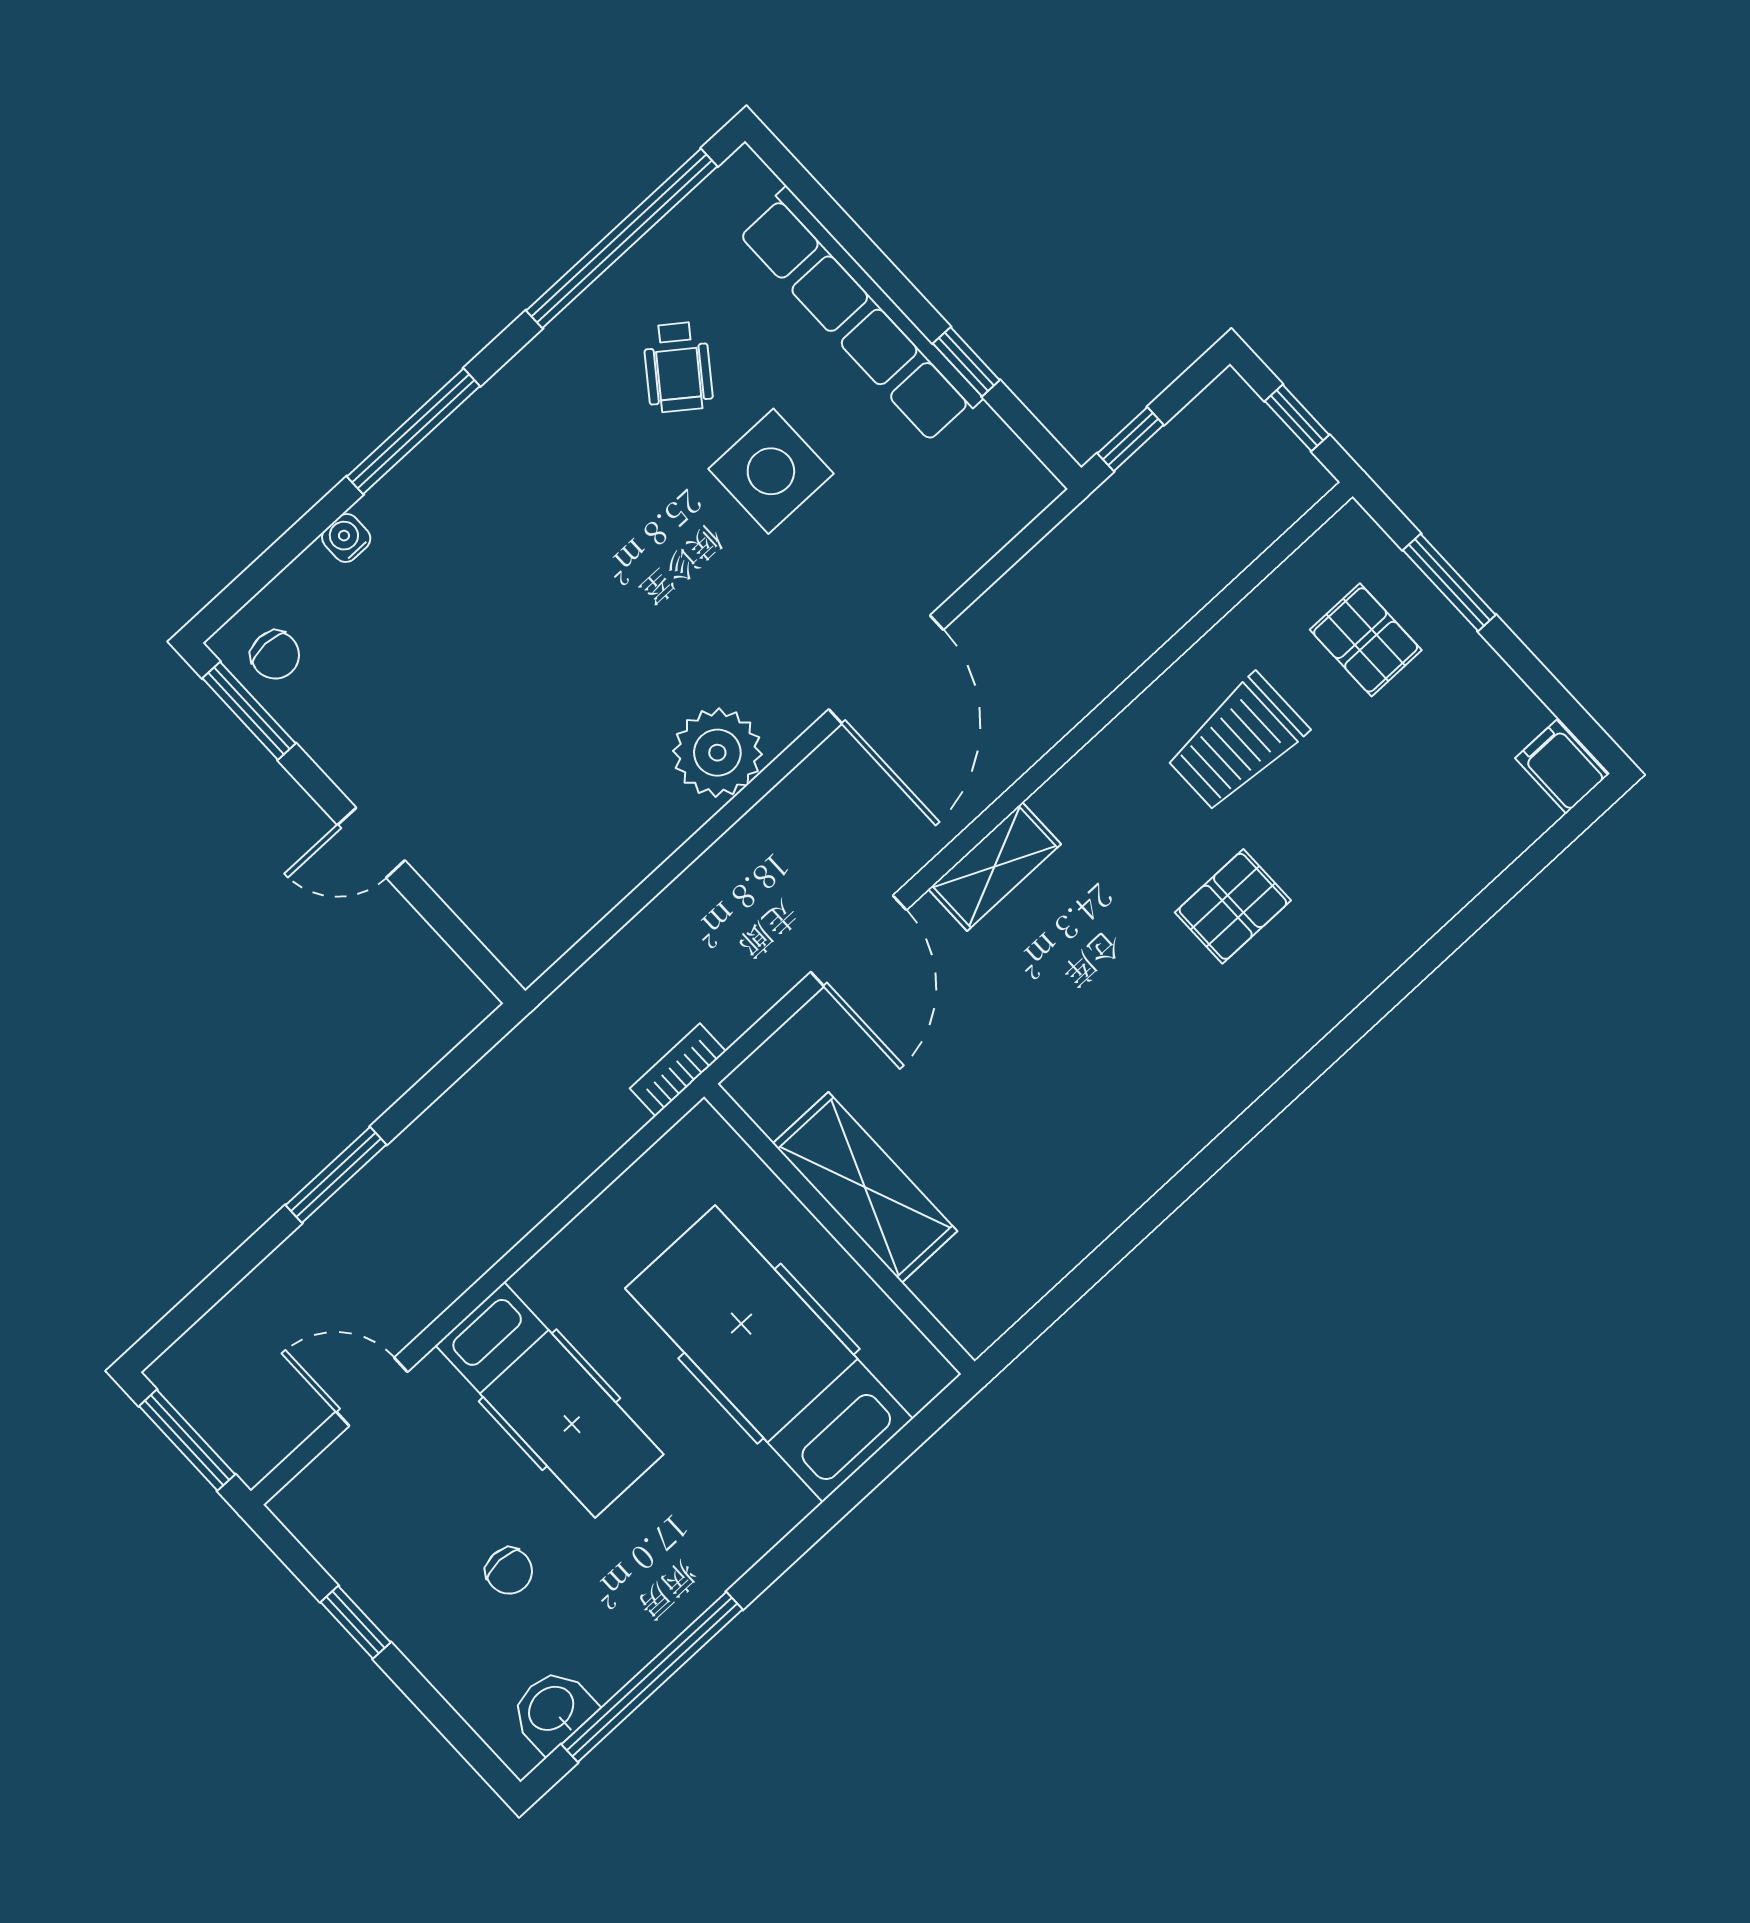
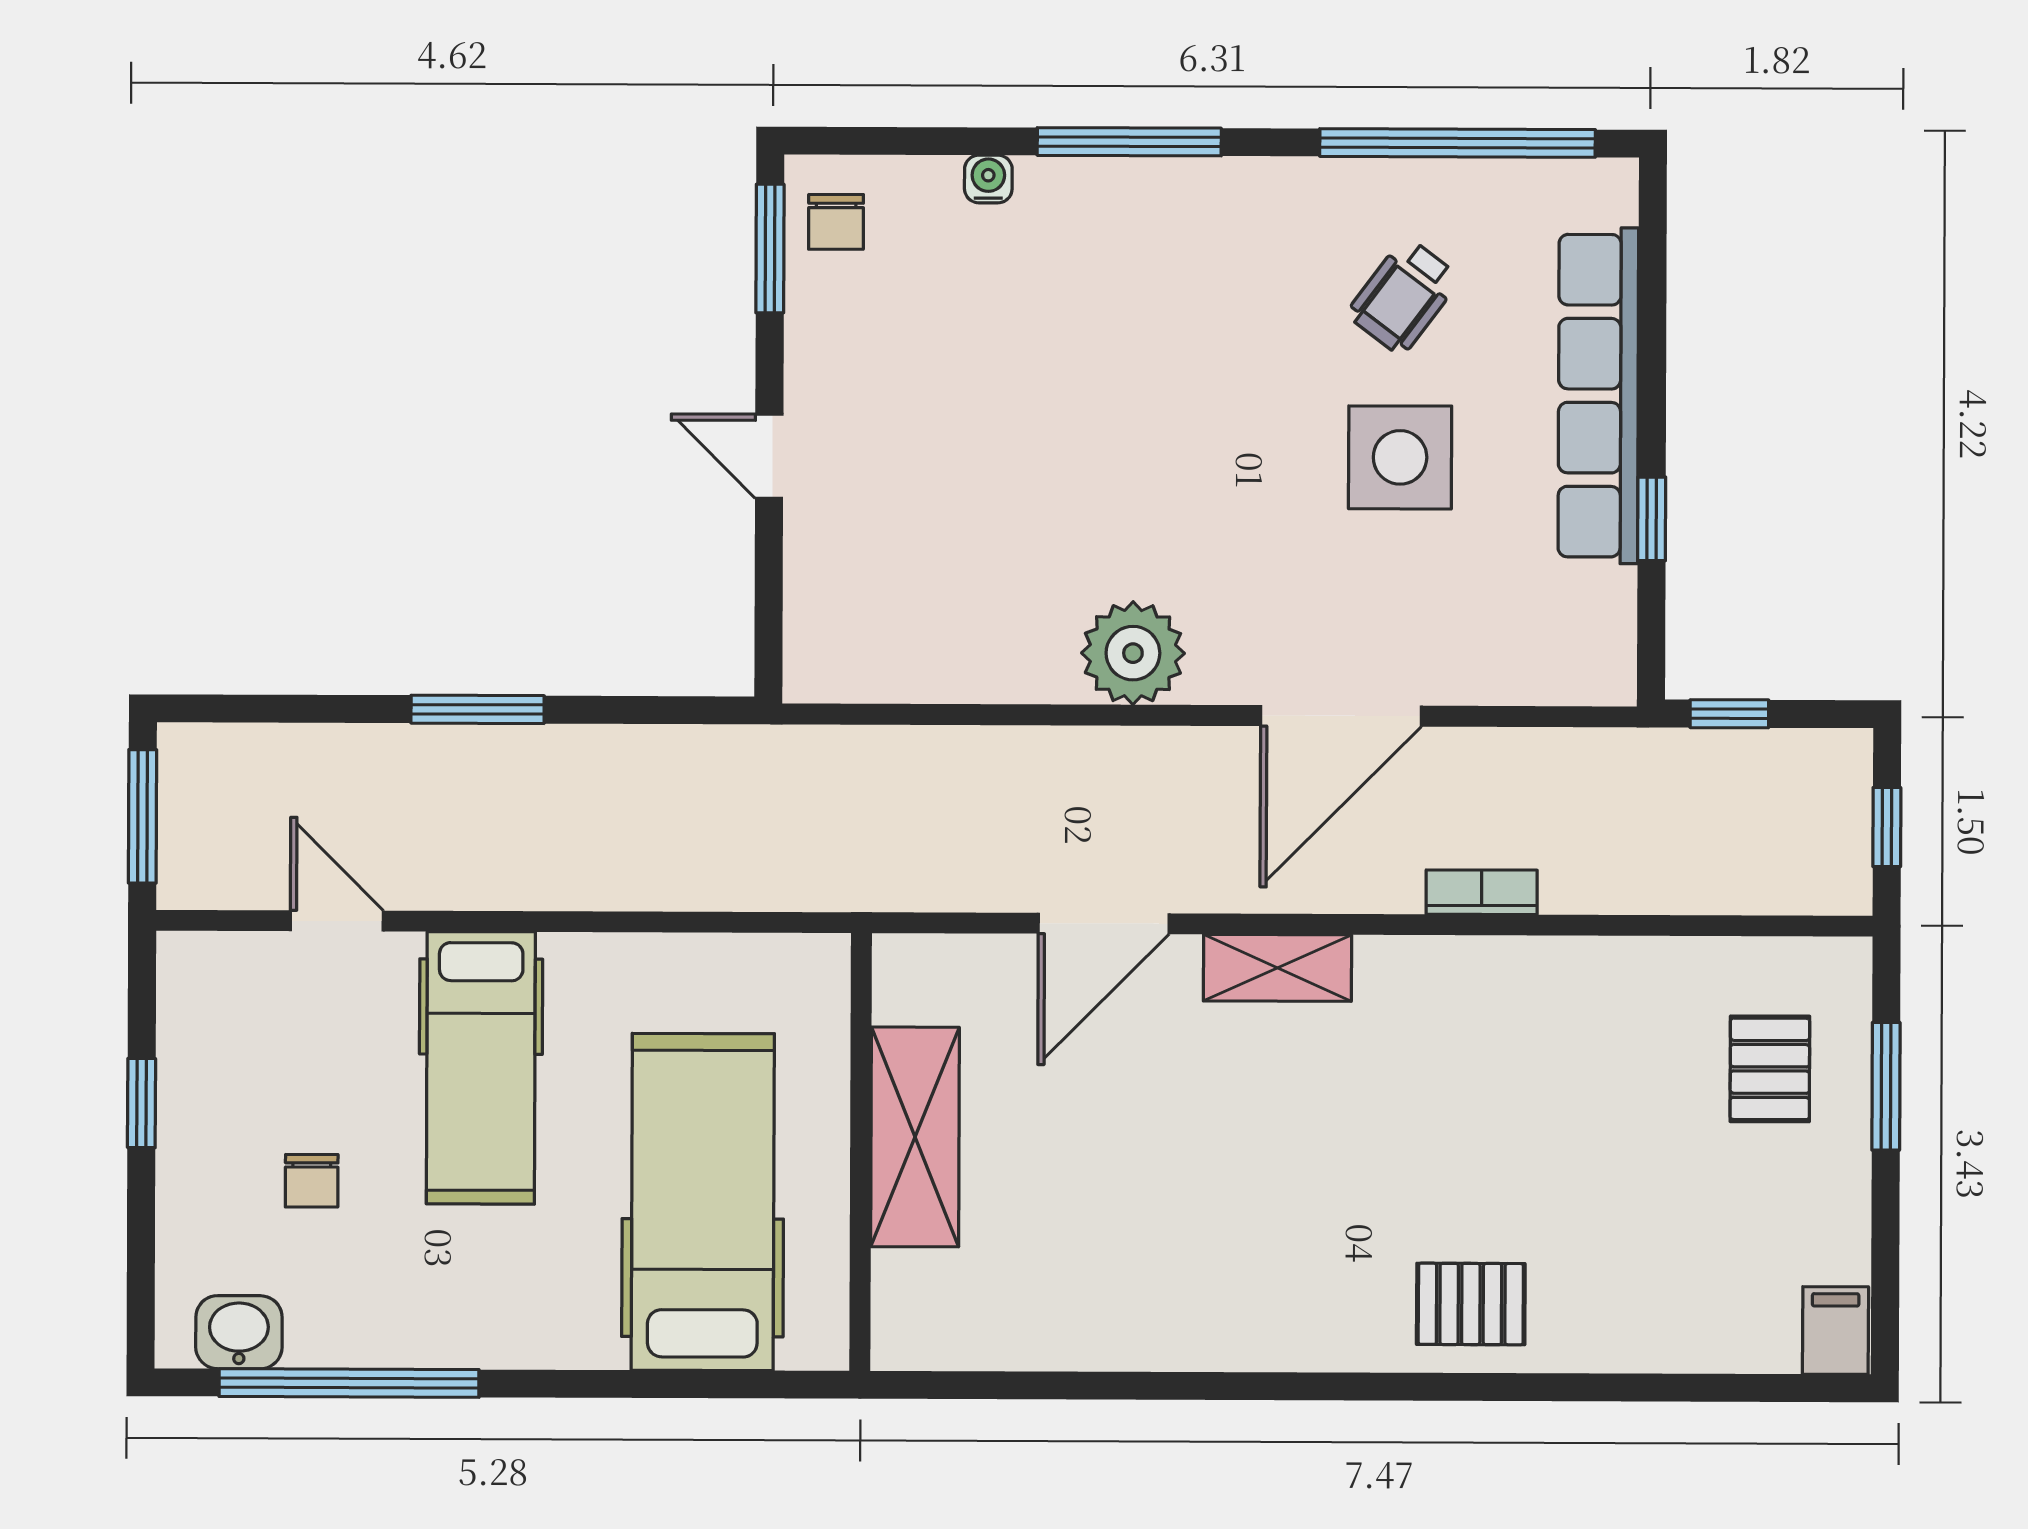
trolley: (1237, 743) -> (1580, 1054), removed
pallet: (1233, 906) -> (1471, 1304), moved
bookcase: (678, 1070) -> (1482, 892), moved

